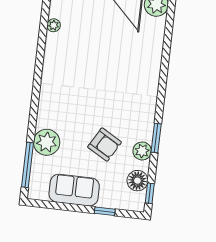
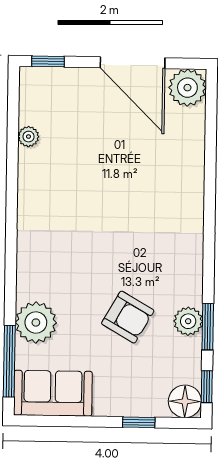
window: (156, 138) -> (208, 327), moved
floor lamp: (137, 181) -> (185, 401), moved
sofa: (74, 190) -> (53, 393), moved

